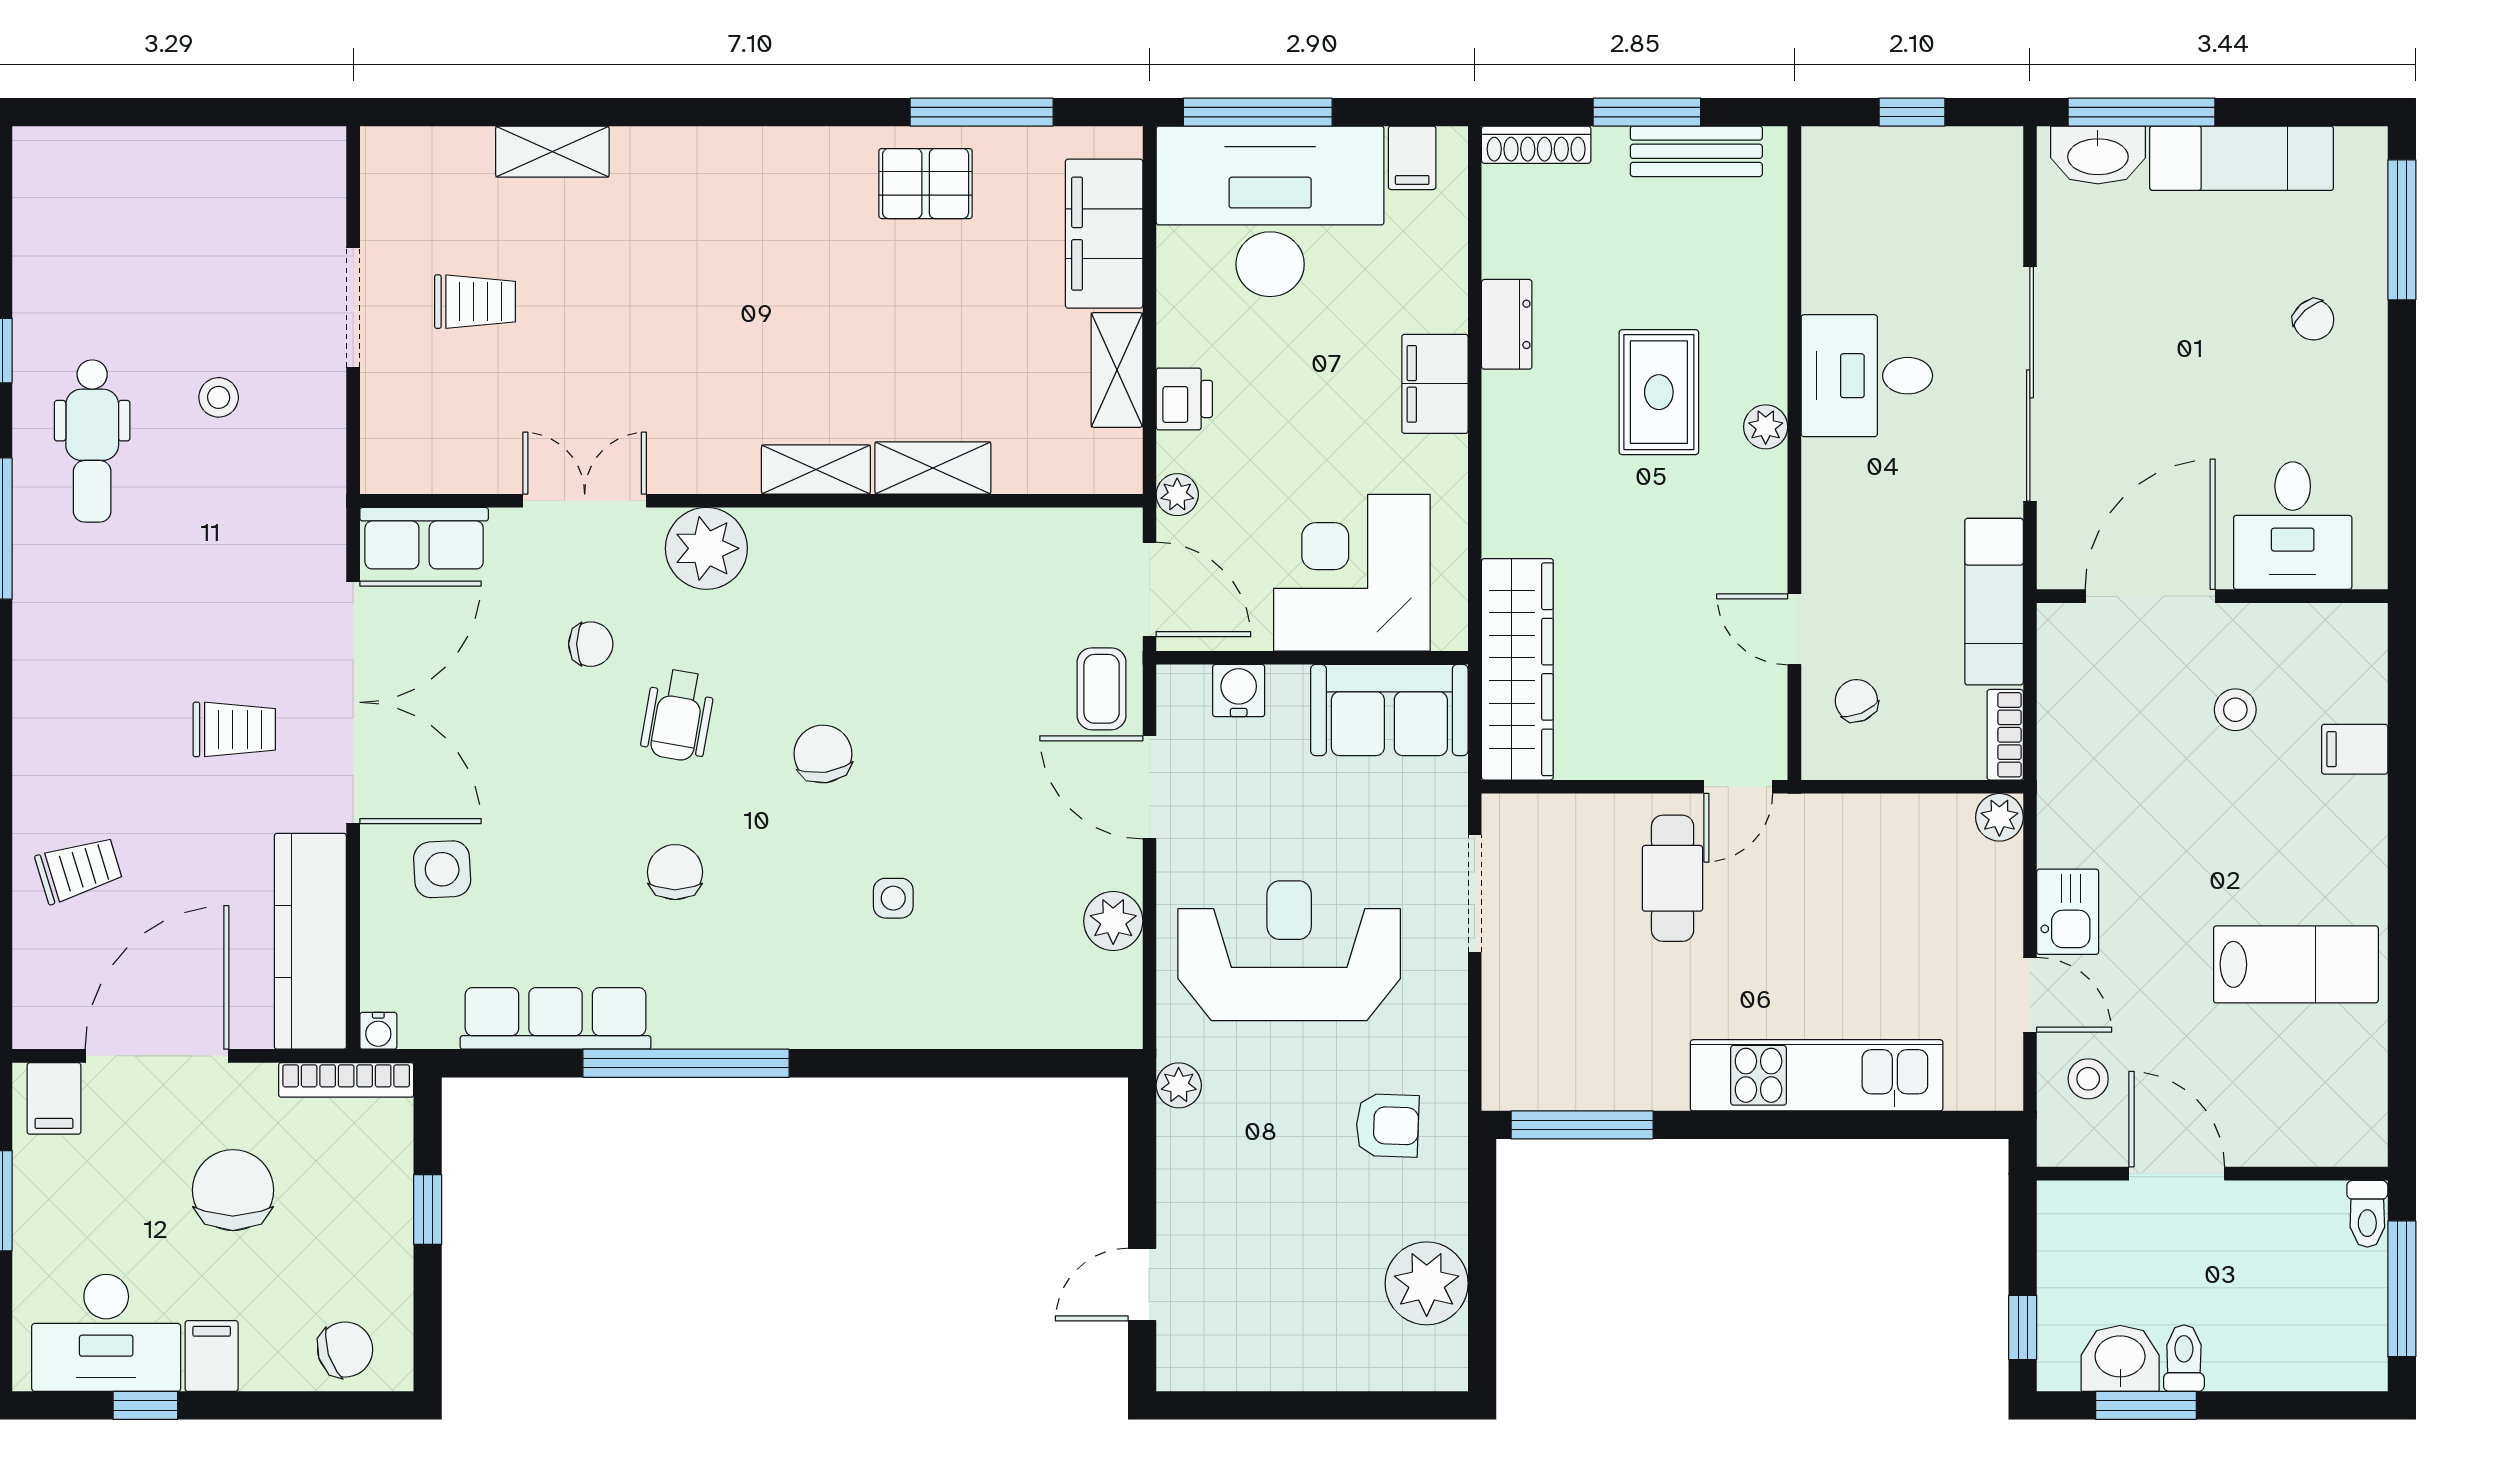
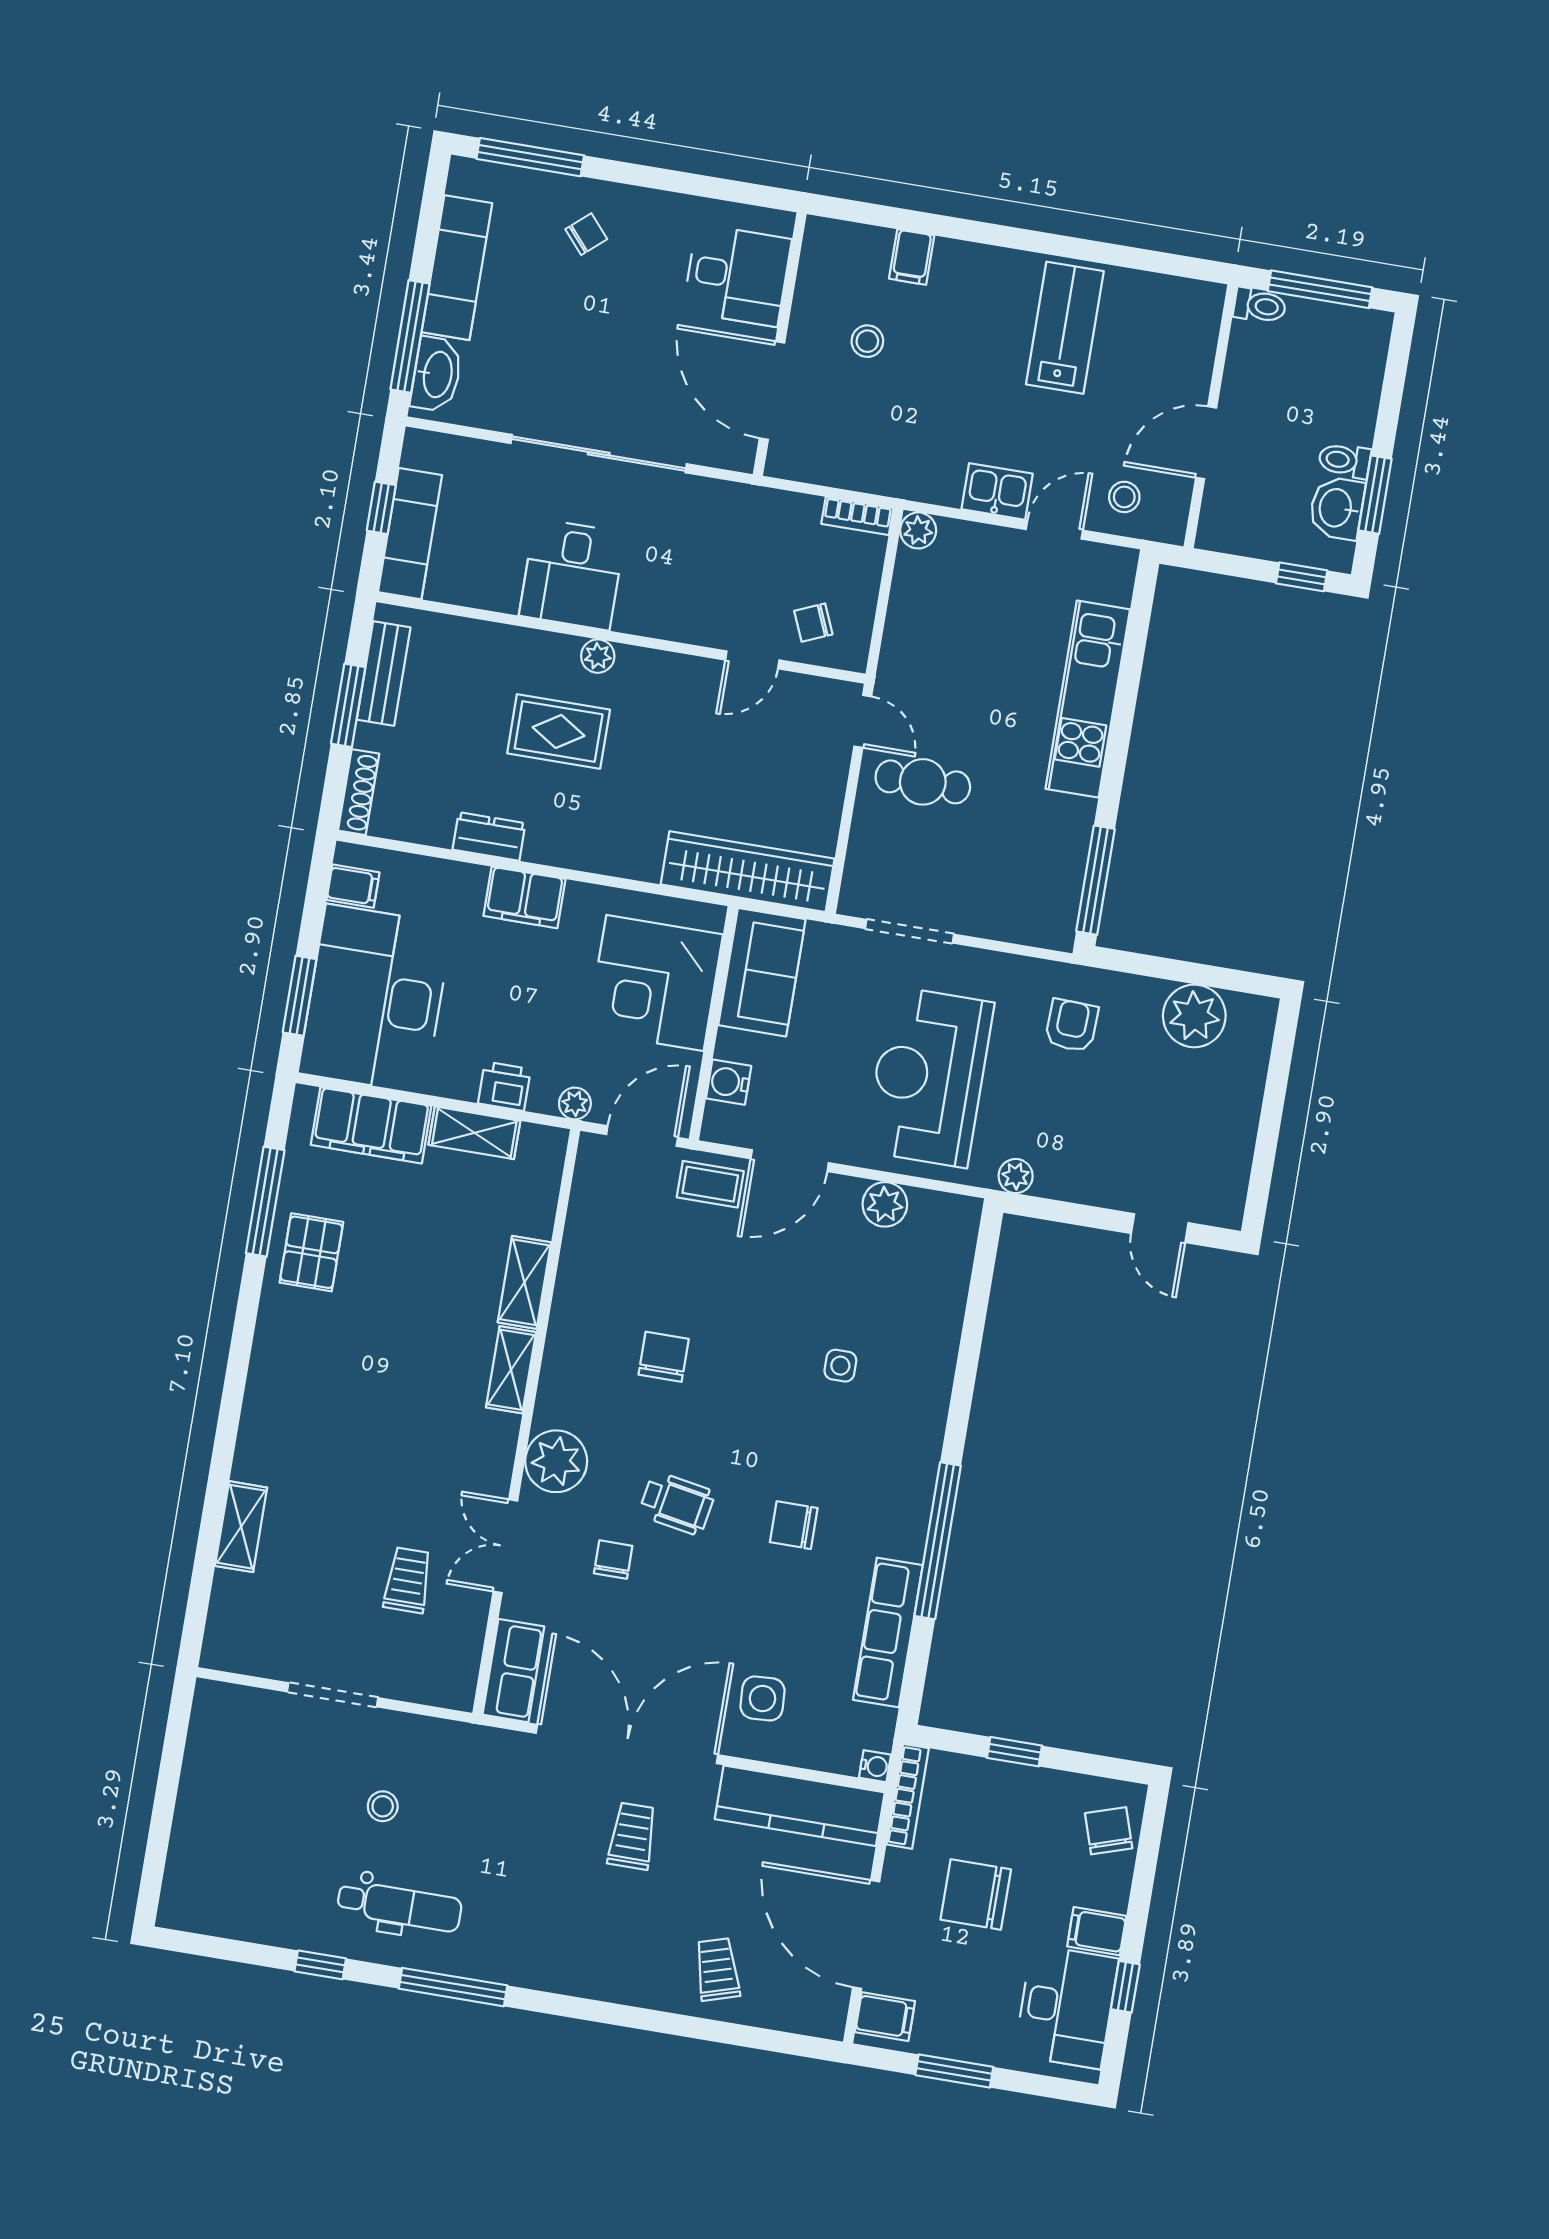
window: (1258, 112) -> (300, 996), width x0.69
trolley: (475, 302) -> (408, 1580), moved
exam couch: (1994, 602) -> (410, 534), moved, turned -90
chair: (823, 754) -> (664, 1357), moved, turned 98

